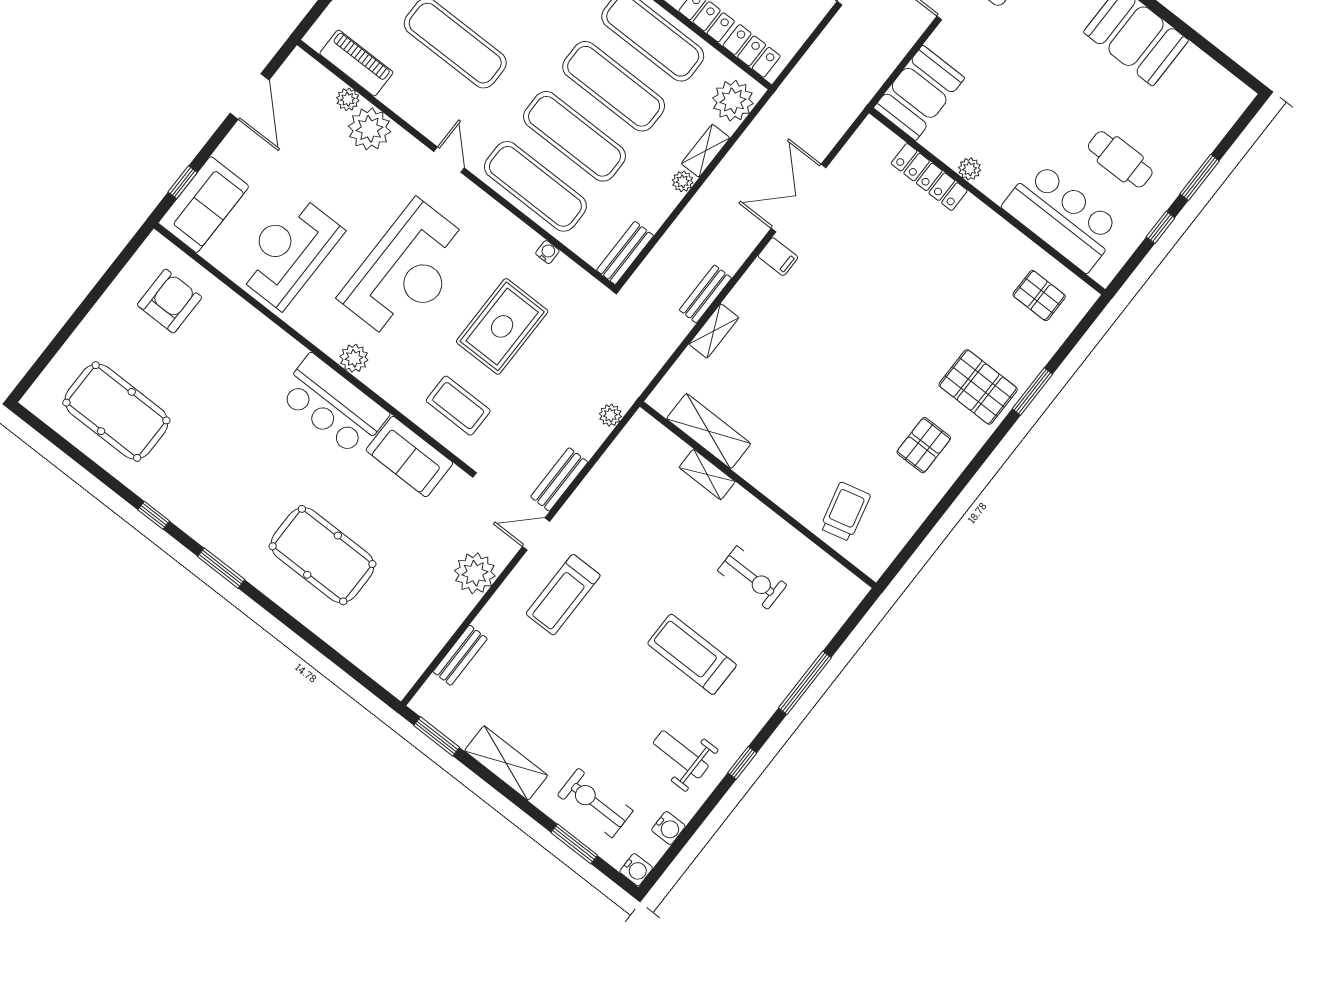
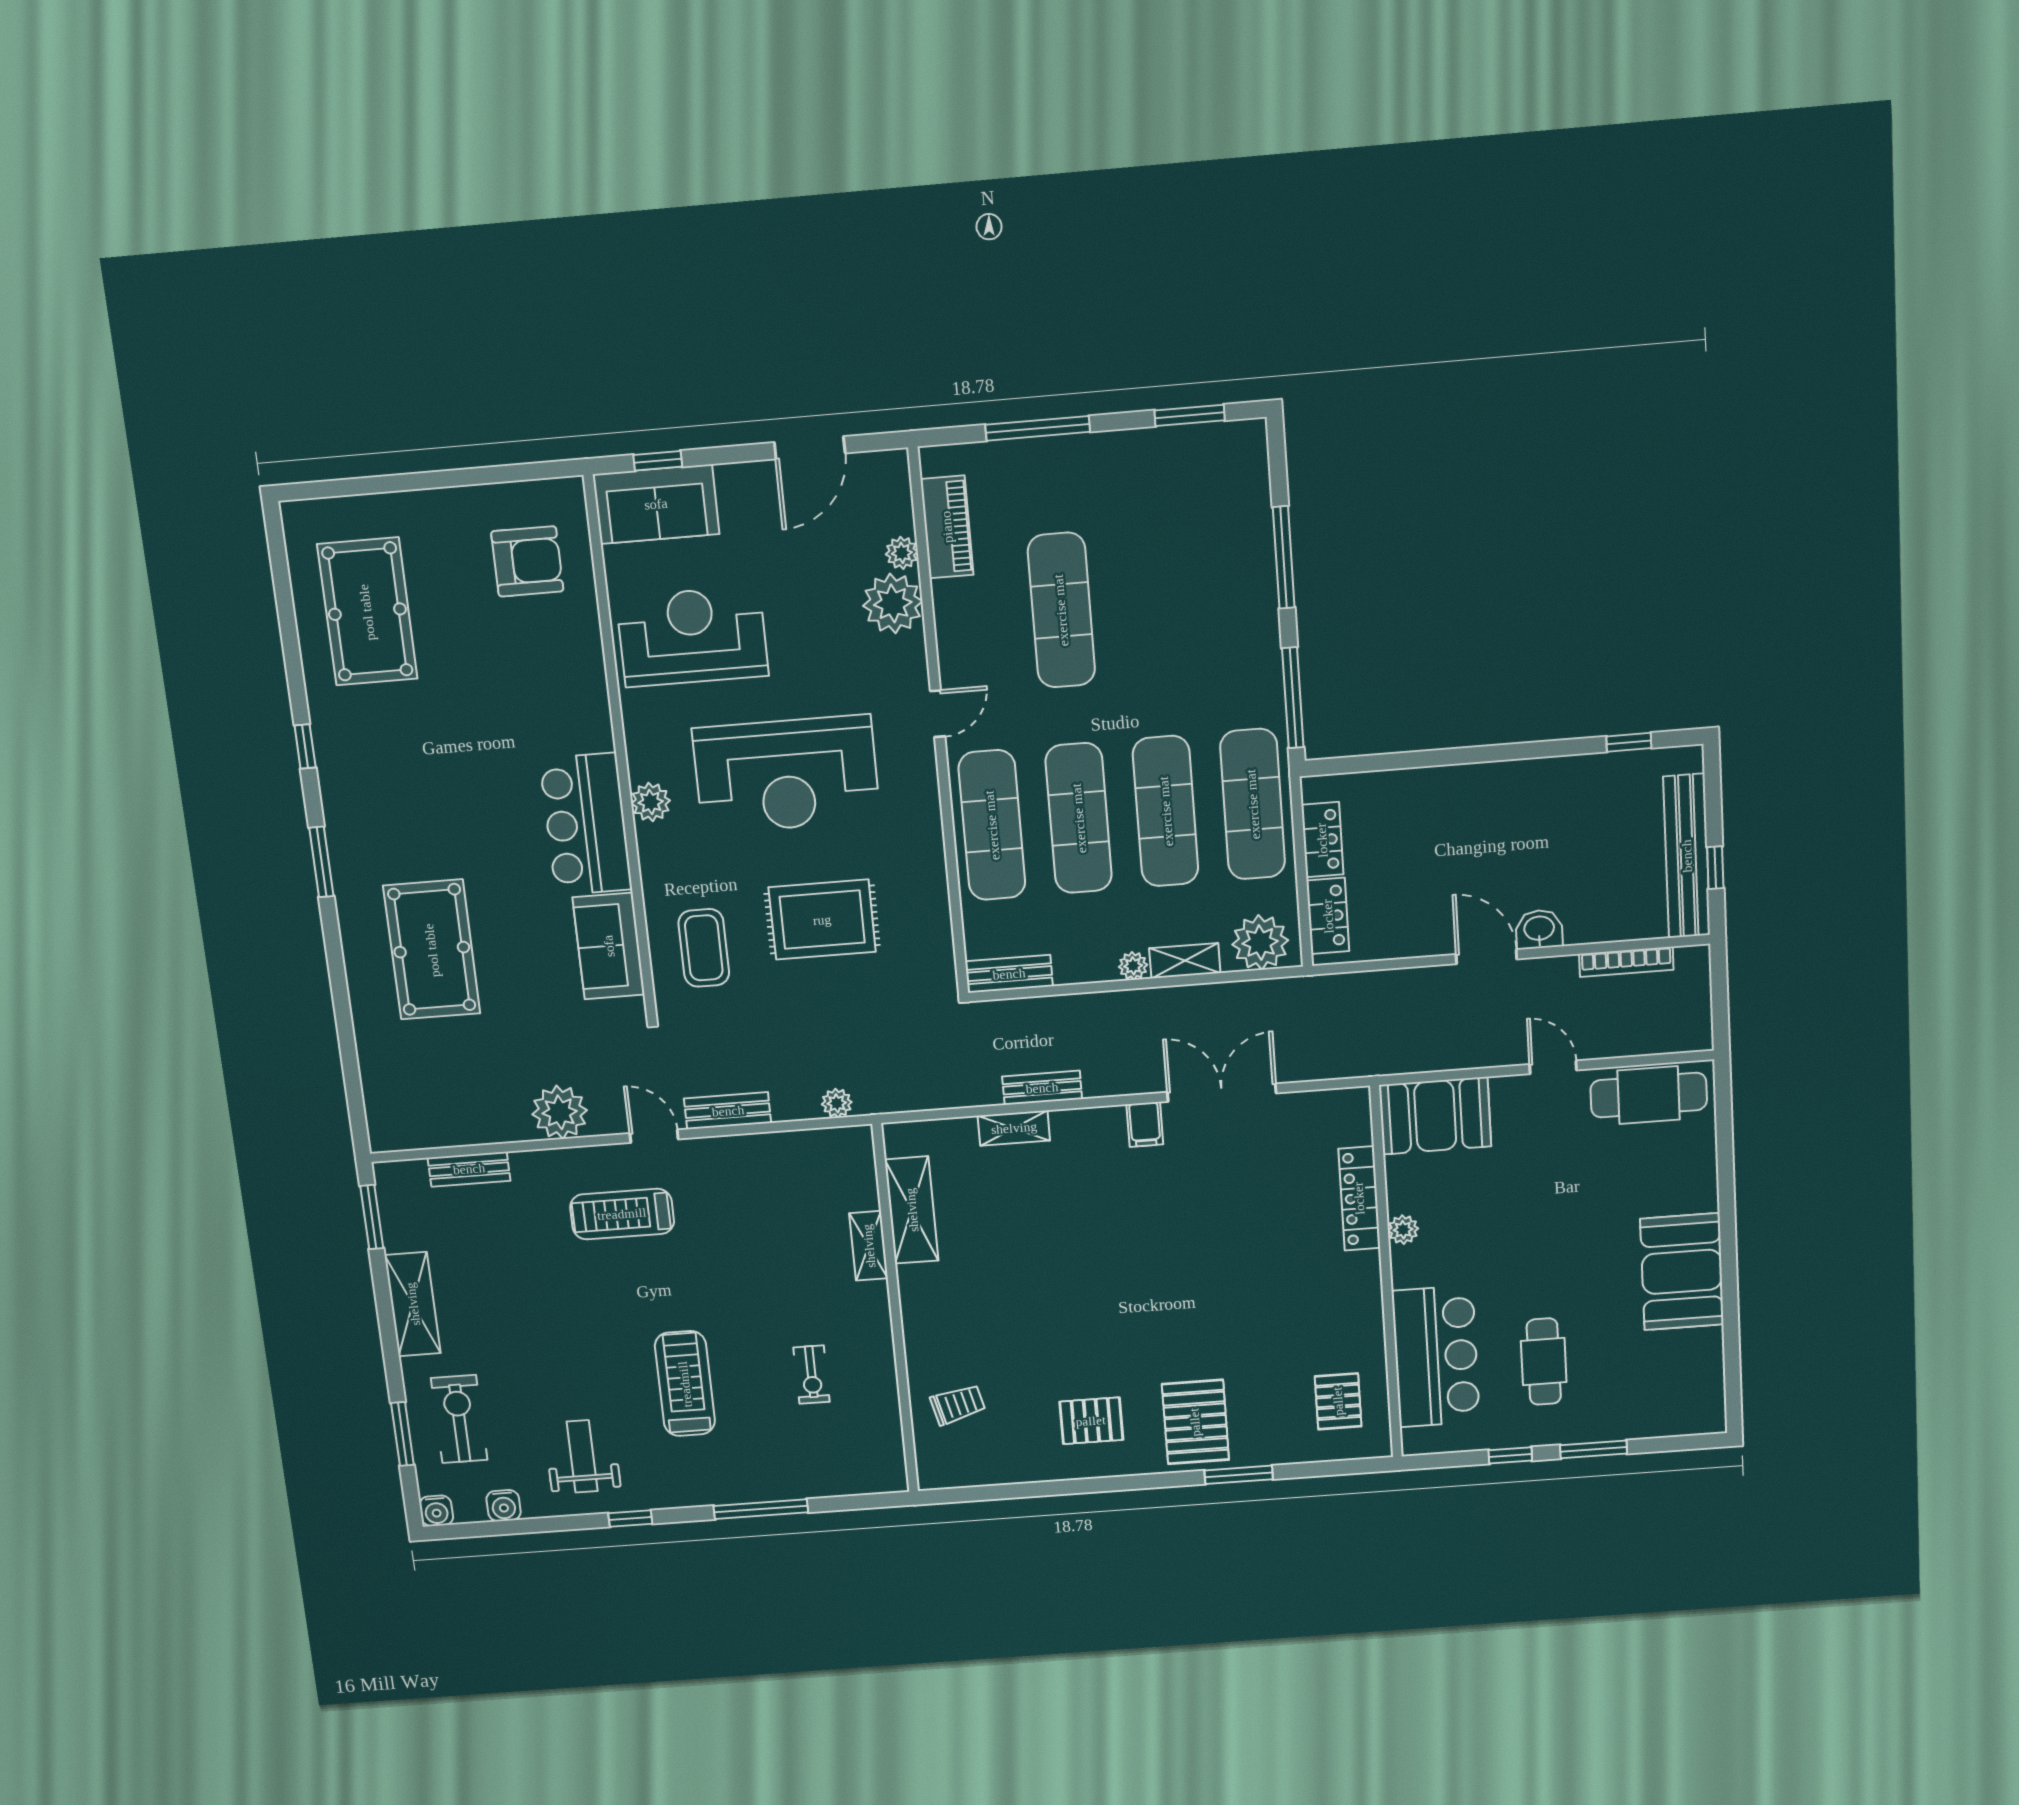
water cooler: (547, 252) -> (938, 897), removed
trolley: (845, 512) -> (958, 1405), width x0.73, depth x0.72
exercise bike: (752, 578) -> (812, 1375), width x0.73, depth x0.72

